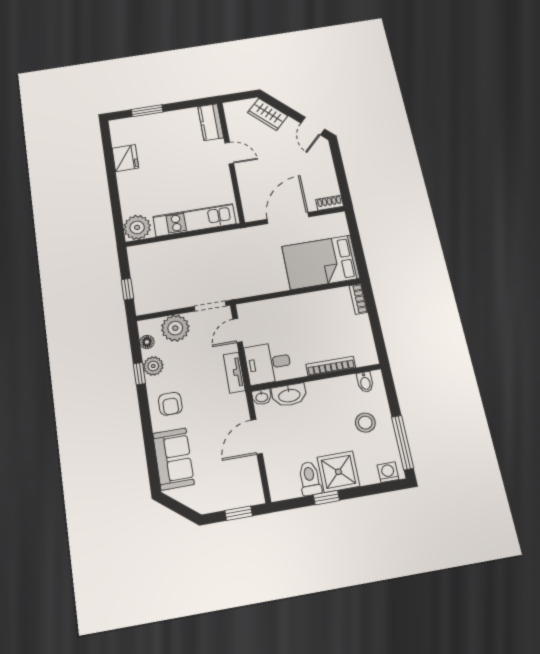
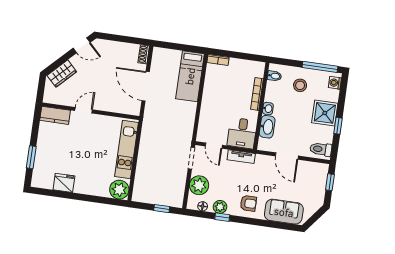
bed: (321, 262) -> (190, 76), width x0.67
washbasin: (262, 397) -> (268, 109), moved
toilet: (310, 478) -> (321, 149), moved

